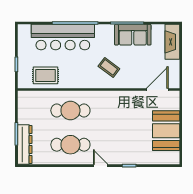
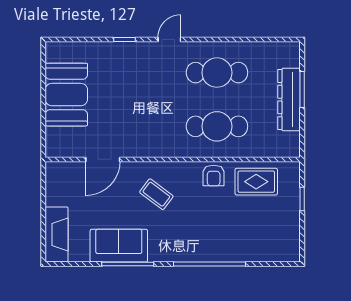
bar counter: (63, 37) -> (229, 242), removed
armchair: (73, 79) -> (214, 176), added
door: (157, 90) -> (103, 159), moved
dresser: (25, 144) -> (289, 100), moved
door: (101, 166) -> (169, 40), swing flipped

